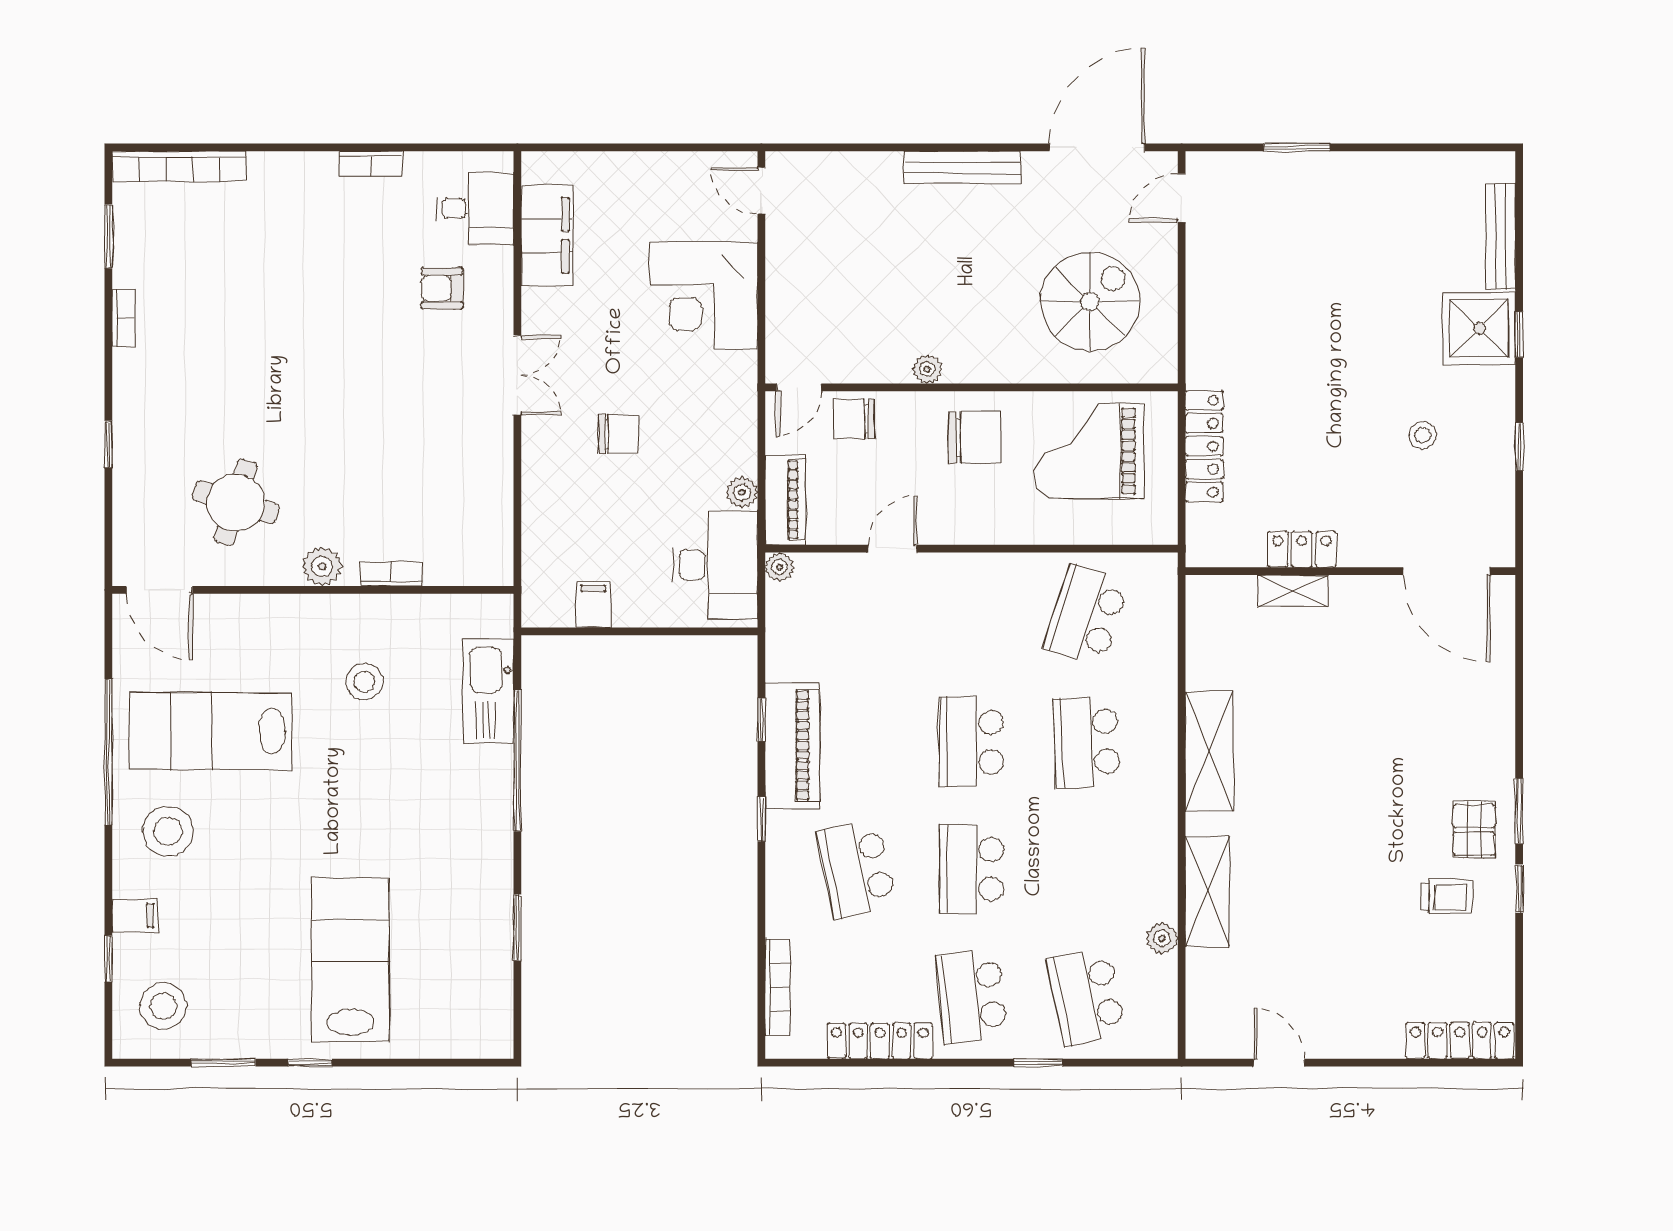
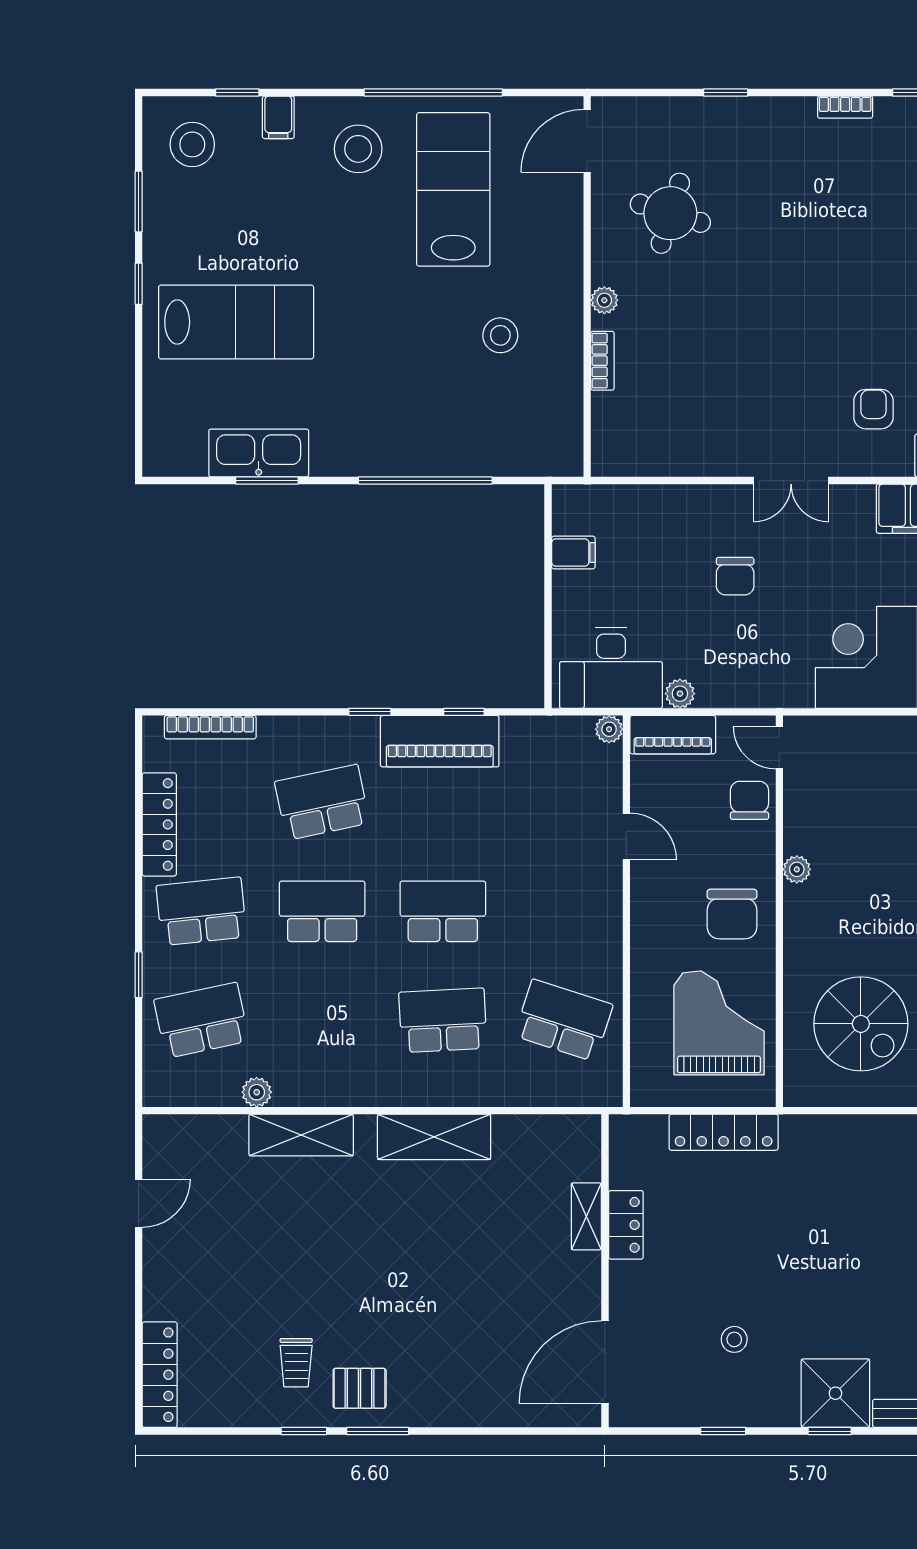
plant: (322, 567) -> (604, 300), width x0.73, depth x0.73
kitchen sink: (488, 691) -> (259, 453), moved

